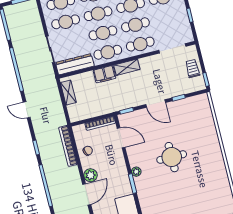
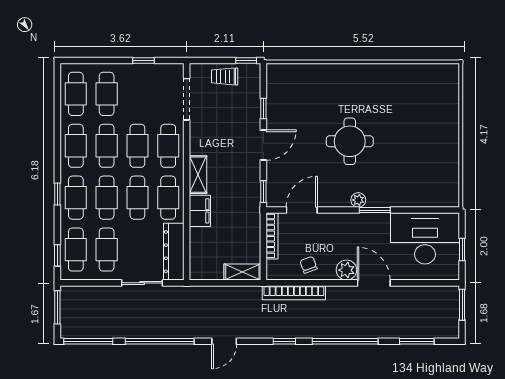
shelving: (68, 93) -> (242, 272), moved

